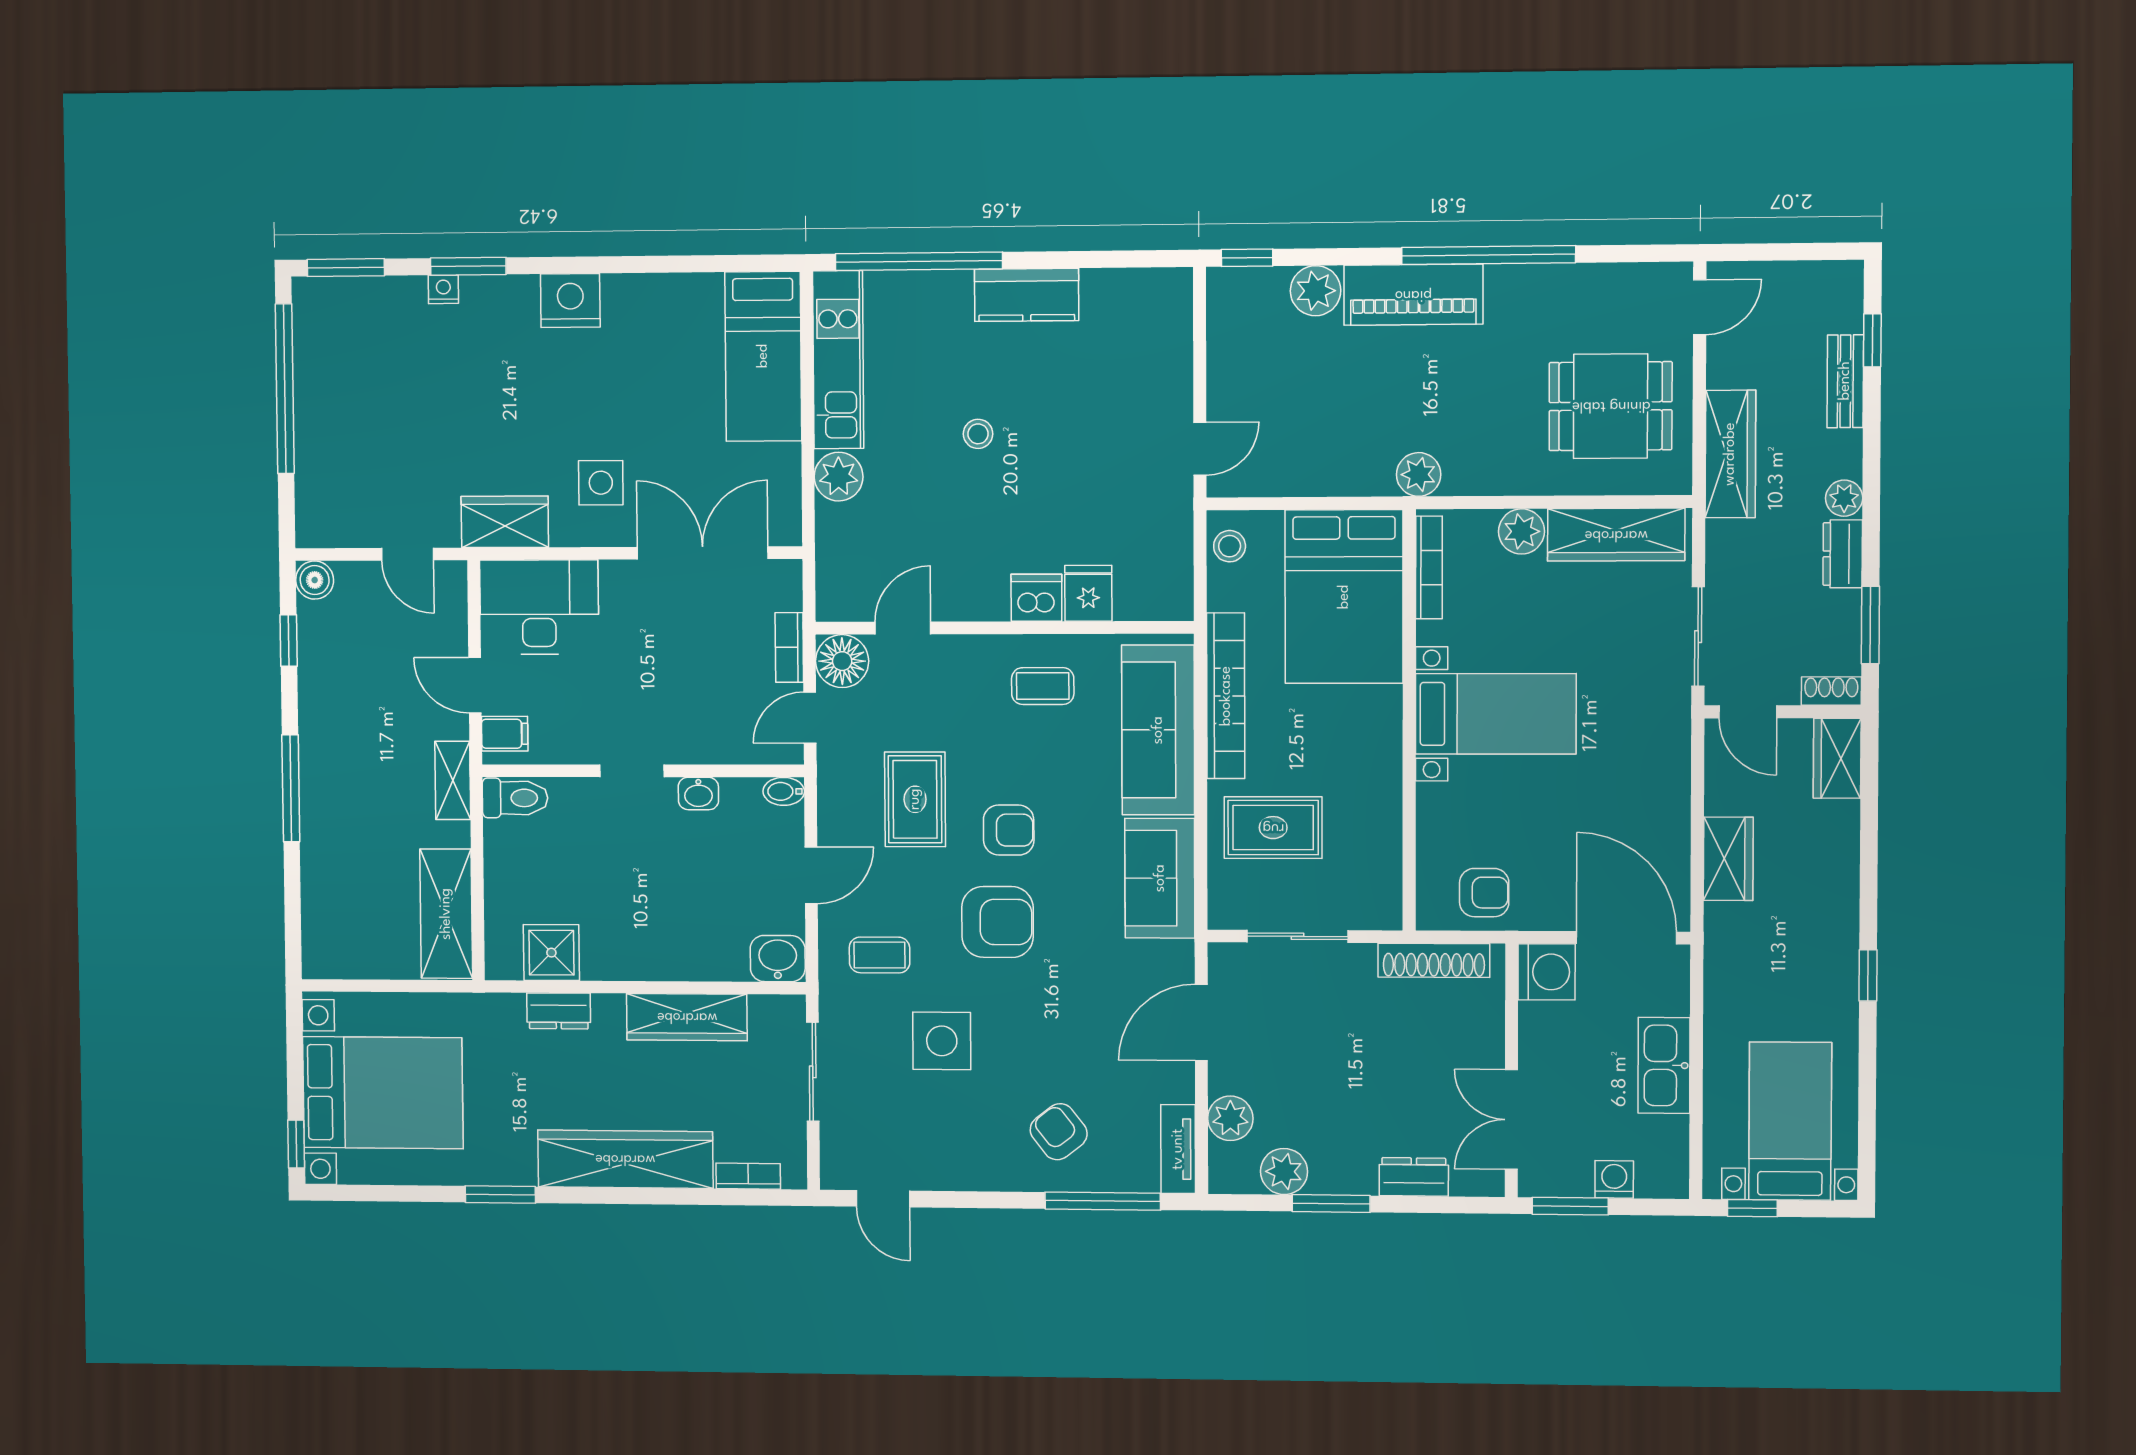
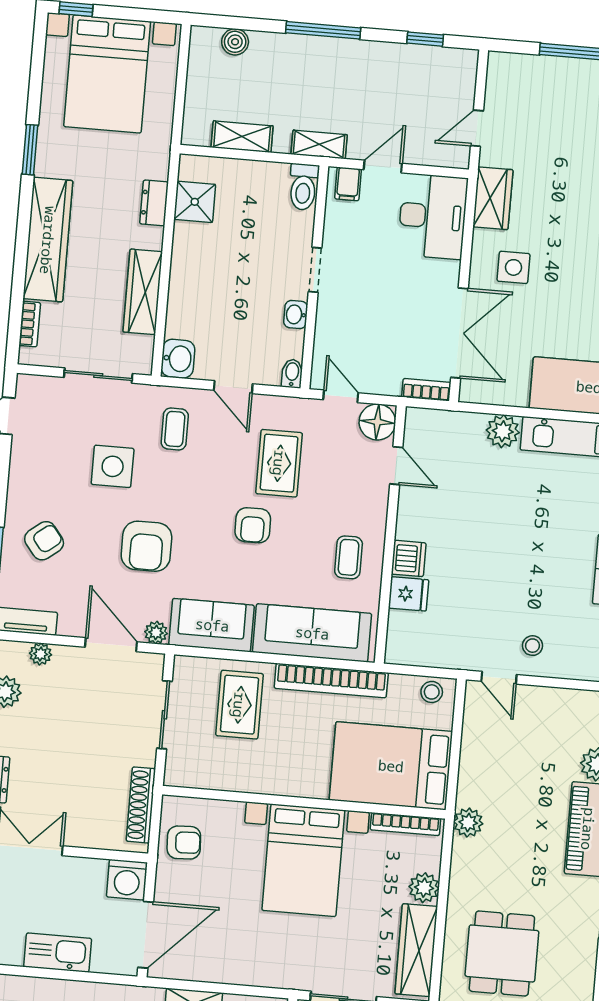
stool: (978, 434) -> (533, 646), moved
boiler: (315, 580) -> (235, 42), moved
bookcase: (789, 647) -> (426, 390), moved
bed with nightstands: (1496, 714) -> (303, 860), width x1.36
rug: (915, 799) -> (279, 463), turned 90
armchair: (1484, 893) -> (184, 843), turned -93
shelving: (446, 914) -> (242, 137), width x0.67, depth x0.75
armchair: (998, 922) -> (146, 546), moved
plant: (1178, 958) -> (156, 633), added
plant: (1230, 1118) -> (40, 654), width x0.73, depth x0.73

